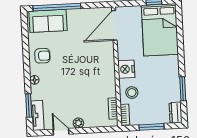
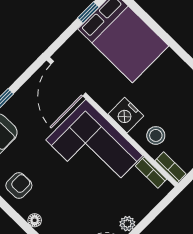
corner sofa: (96, 71) -> (94, 148), added

